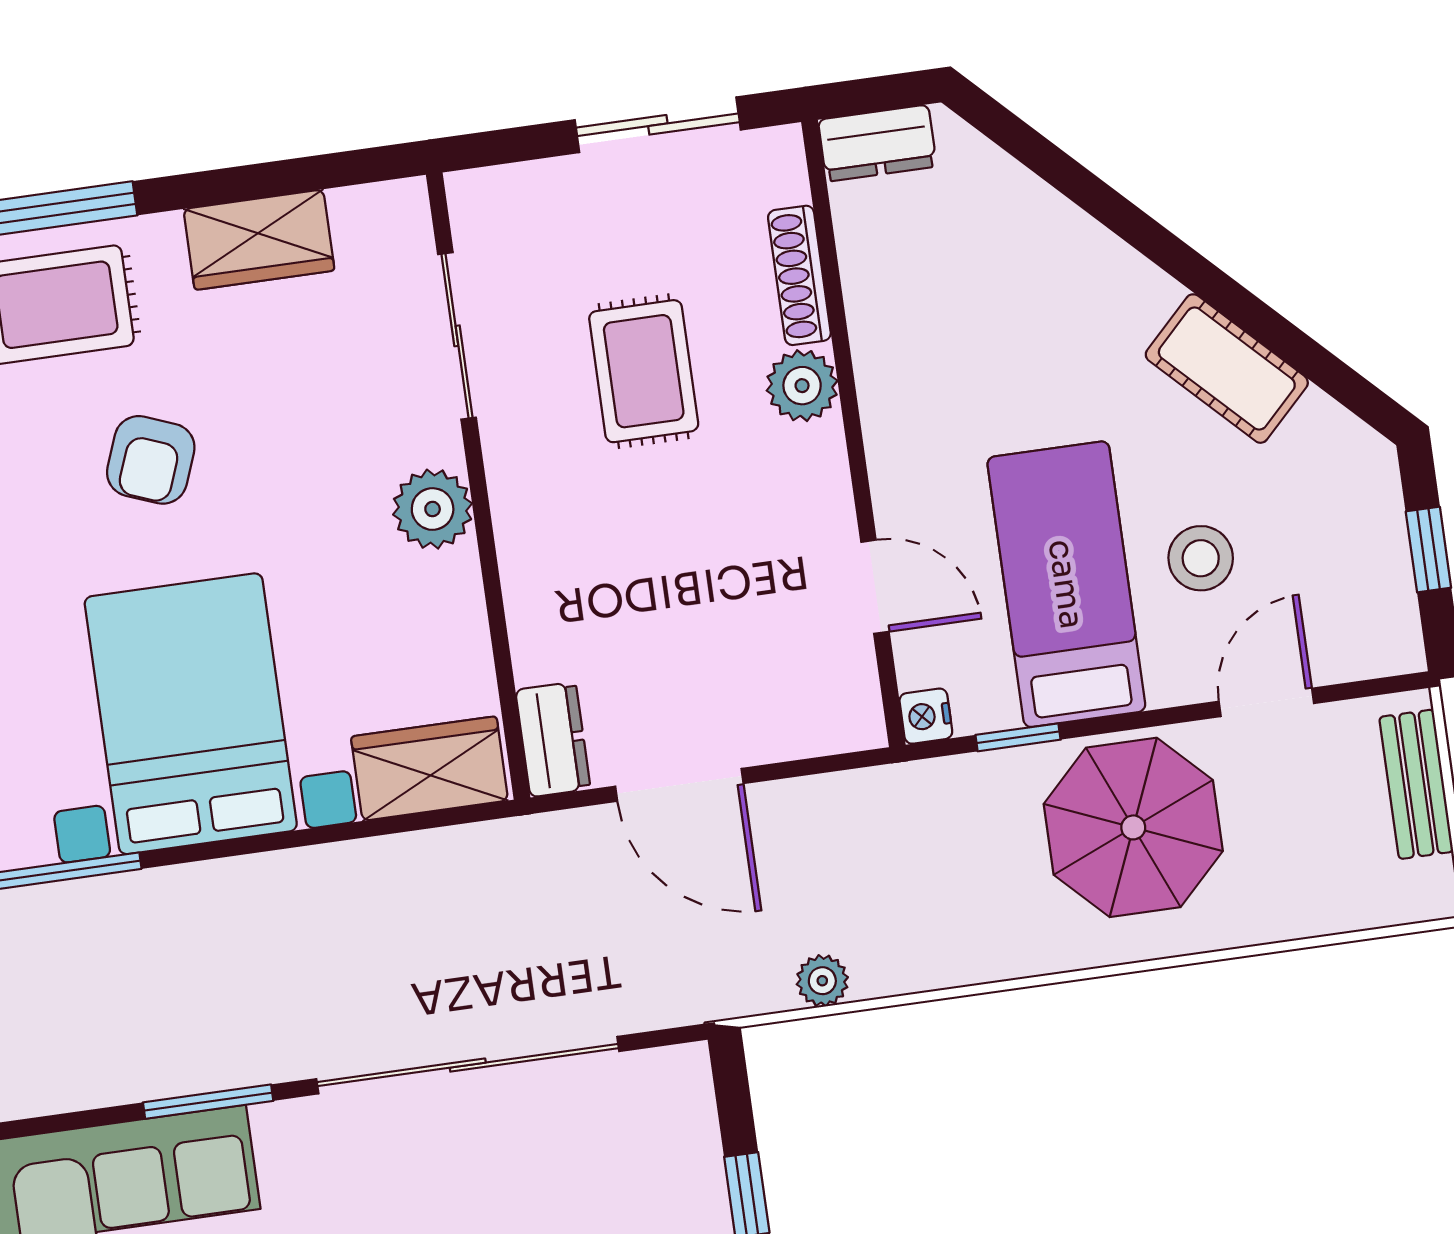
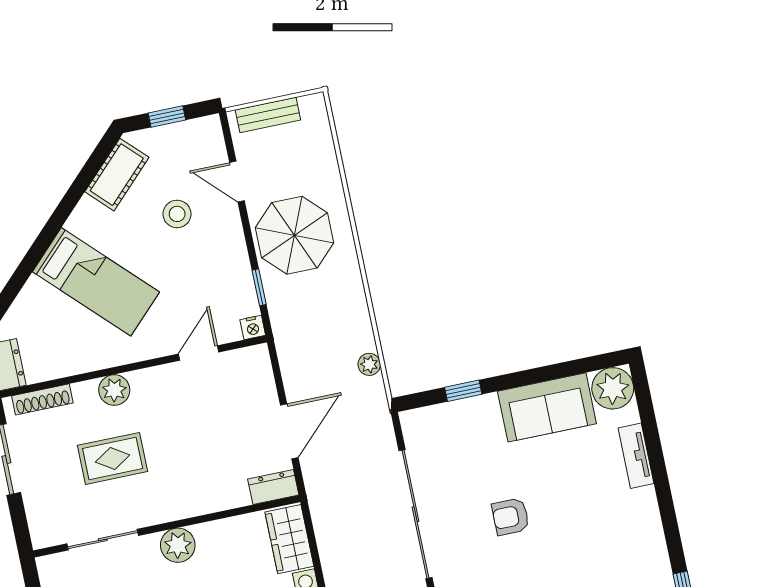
shoe rack: (799, 275) -> (42, 399), moved
cot: (1227, 369) -> (117, 175), moved
bed: (1066, 584) -> (96, 282), moved, turned -135

